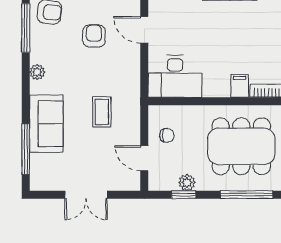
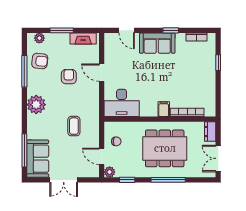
plant: (37, 72) -> (36, 105), width x1.87, depth x1.87
sofa: (46, 124) -> (38, 159), moved
plant: (187, 182) -> (110, 172), moved

